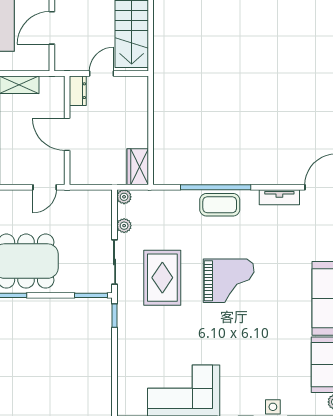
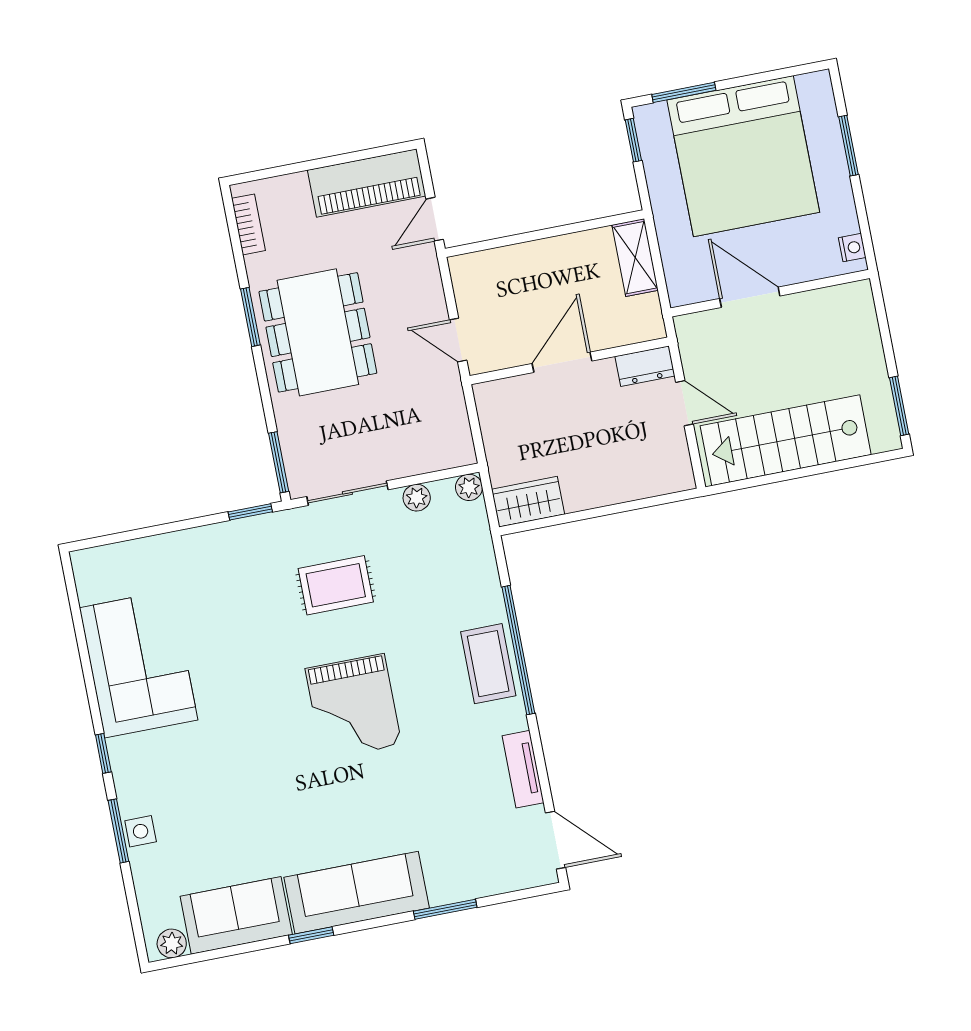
rug: (162, 278) -> (336, 585), width x0.73, depth x0.70

